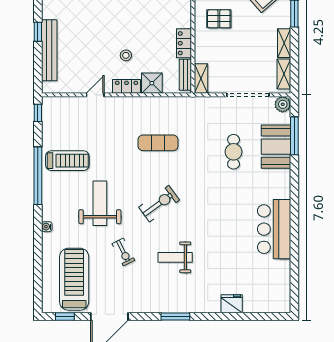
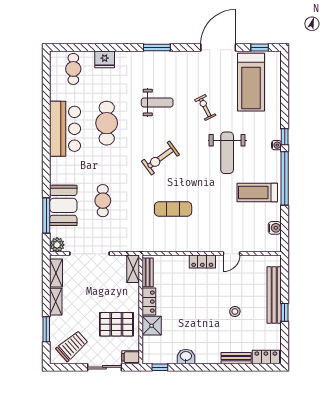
pallet: (219, 19) -> (116, 324), width x1.50, depth x1.42
stool: (126, 55) -> (235, 311), moved
shower: (152, 83) -> (152, 326), moved
window: (38, 113) -> (285, 137), moved
water cooler: (49, 123) -> (275, 228), added
exercise bike: (159, 204) -> (160, 158), moved
water cooler: (47, 227) -> (276, 145), moved
cafe table: (229, 235) -> (107, 123), added
cafe table: (265, 293) -> (73, 69), added

